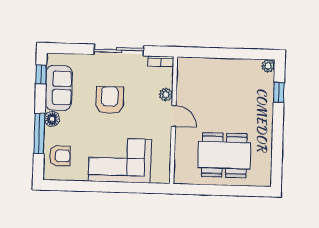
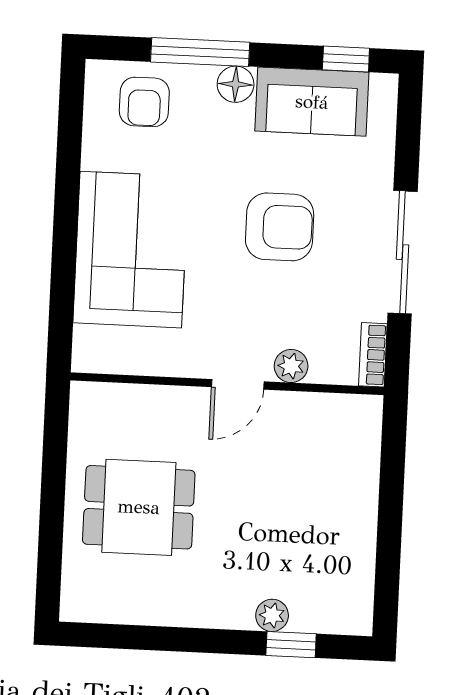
plant: (268, 66) -> (272, 615), moved
dining table: (224, 155) -> (139, 507), width x0.73

